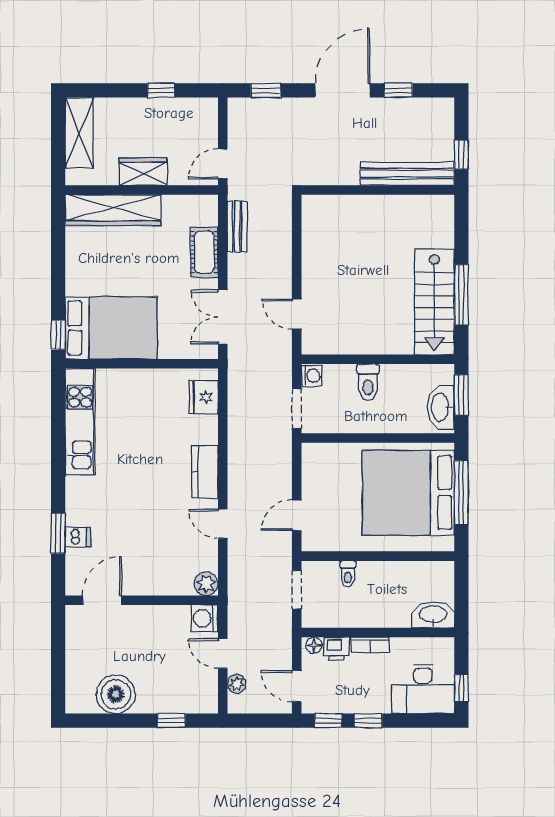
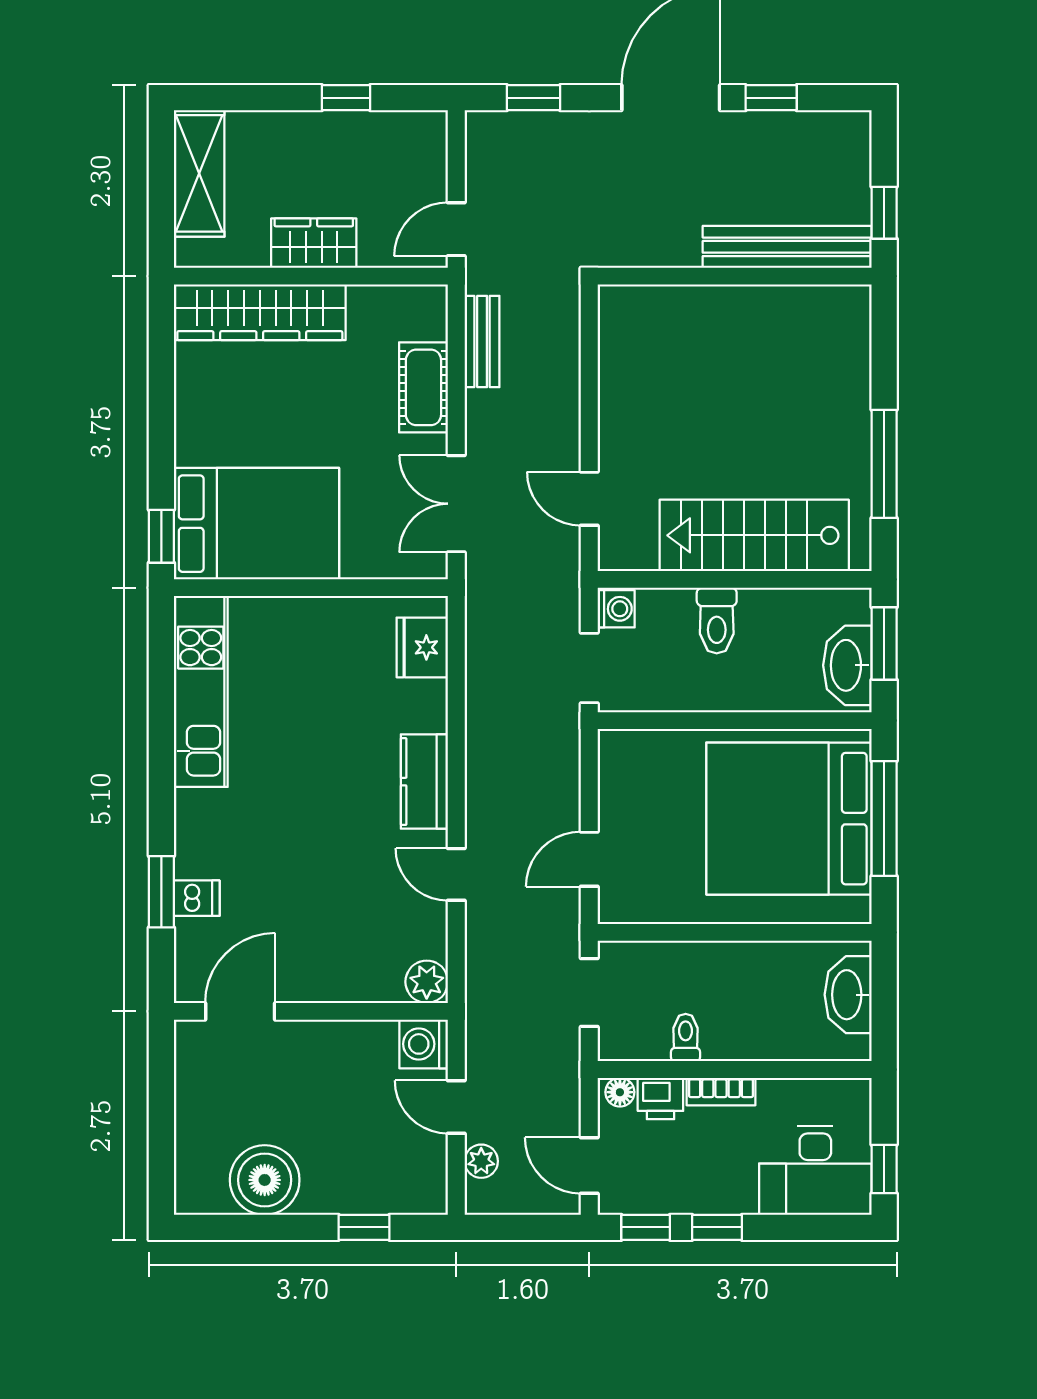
stairs: (434, 302) -> (754, 535), moved, turned 90
toilet: (348, 574) -> (686, 1038), moved, turned 180
washbasin: (433, 615) -> (848, 995), moved, turned -90

